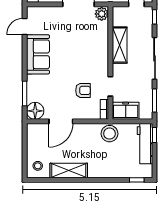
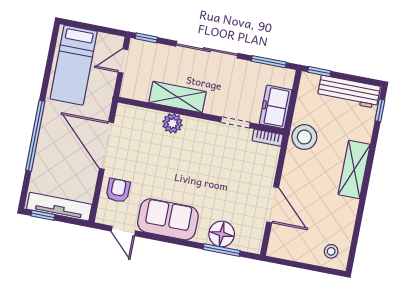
plant: (102, 14) -> (172, 123), moved
armchair: (83, 90) -> (118, 190), moved
floor lamp: (35, 111) -> (222, 234), moved
workbench: (145, 144) -> (349, 92), moved
shelving: (69, 171) -> (354, 169), moved

